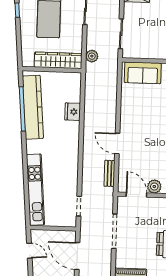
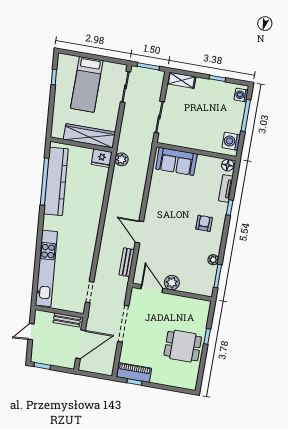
plant: (92, 56) -> (121, 159), moved
fridge: (73, 112) -> (102, 158), moved, turned -90
bench: (61, 235) -> (67, 320), added
door: (29, 251) -> (31, 332), swing flipped
door: (77, 256) -> (81, 344), swing flipped

